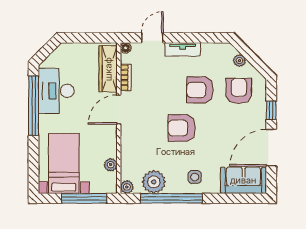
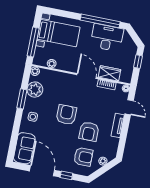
window: (83, 38) -> (138, 62), added
wardrobe: (108, 69) -> (110, 73), width x0.67
armchair: (200, 90) -> (89, 132), turned 180
window: (171, 198) -> (22, 99), width x0.47

